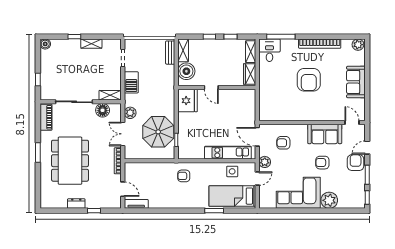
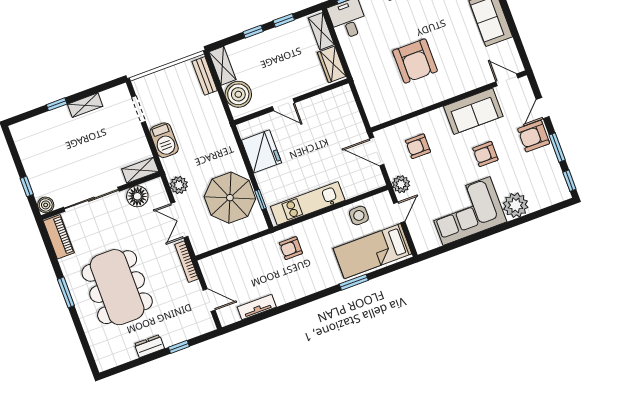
boiler: (45, 44) -> (46, 205), moved
armchair: (309, 80) -> (415, 61), moved
fridge: (188, 101) -> (261, 151), moved
kitchen unit: (228, 153) -> (308, 203), moved
armchair: (356, 163) -> (534, 136), turned -90
tv unit: (136, 204) -> (257, 307), moved

